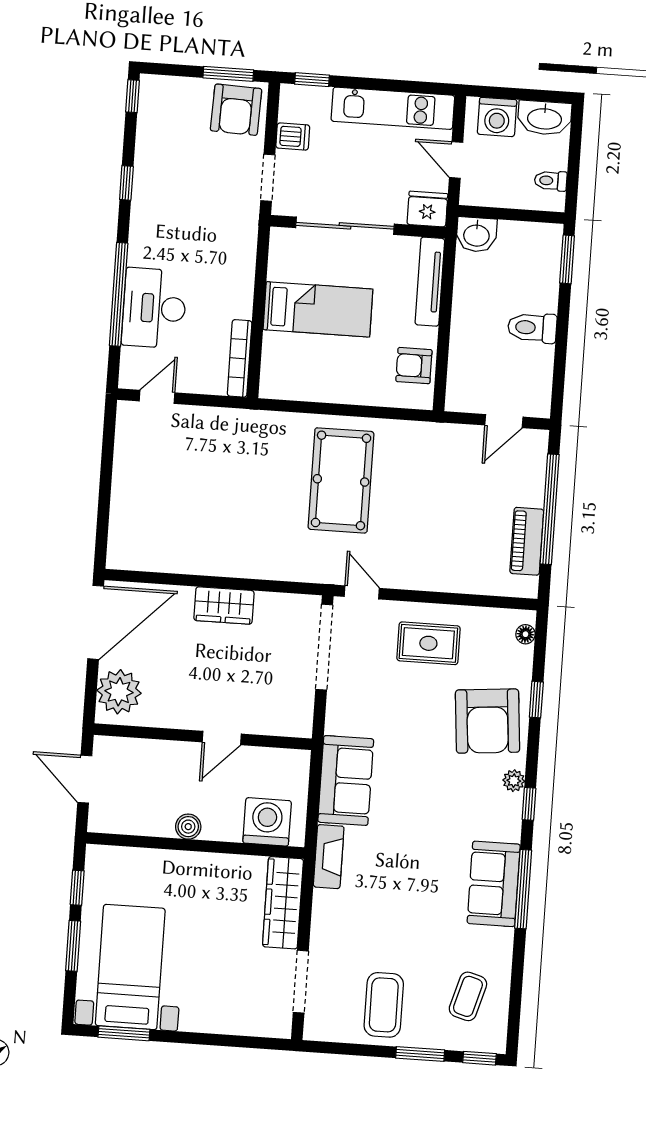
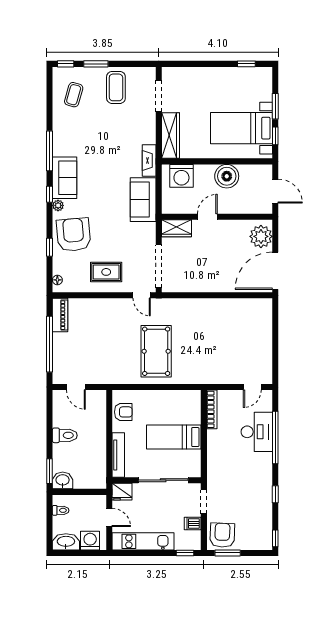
washbasin: (476, 235) -> (63, 480), moved
door: (504, 421) -> (76, 387), swing flipped
piano: (527, 541) -> (60, 315), moved
wardrobe: (224, 605) -> (176, 228), moved, turned 180
boiler: (188, 827) -> (227, 176), width x1.86, depth x1.86
sofa: (494, 884) -> (65, 178), moved
bed with nightstands: (130, 967) -> (241, 128), moved, turned 90
window: (124, 1033) -> (246, 64), width x0.67

